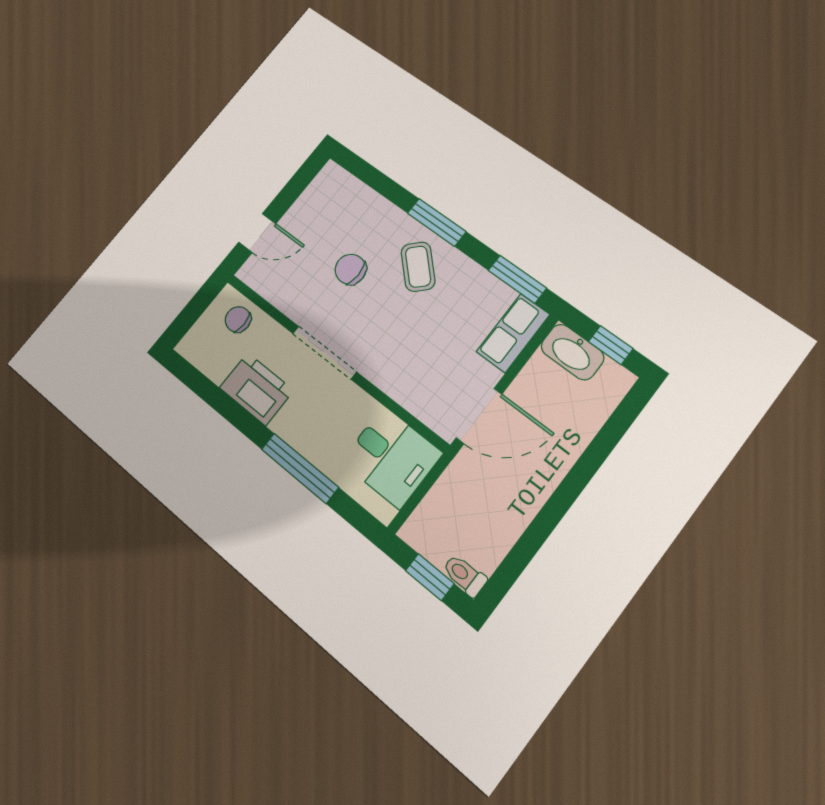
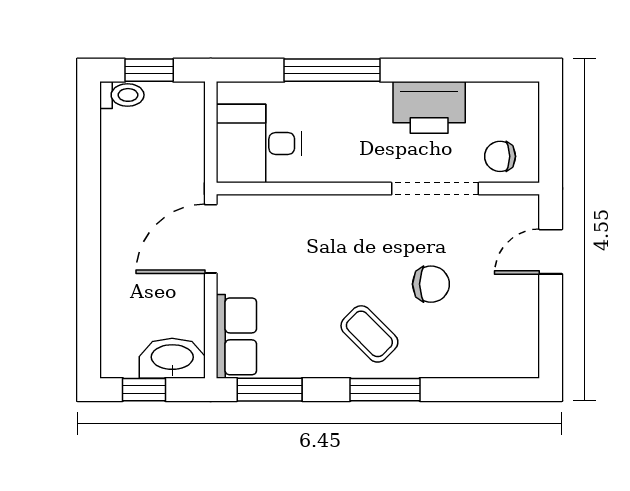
chair: (238, 319) -> (500, 156), turned 180
doorway: (324, 353) -> (435, 189), moved

